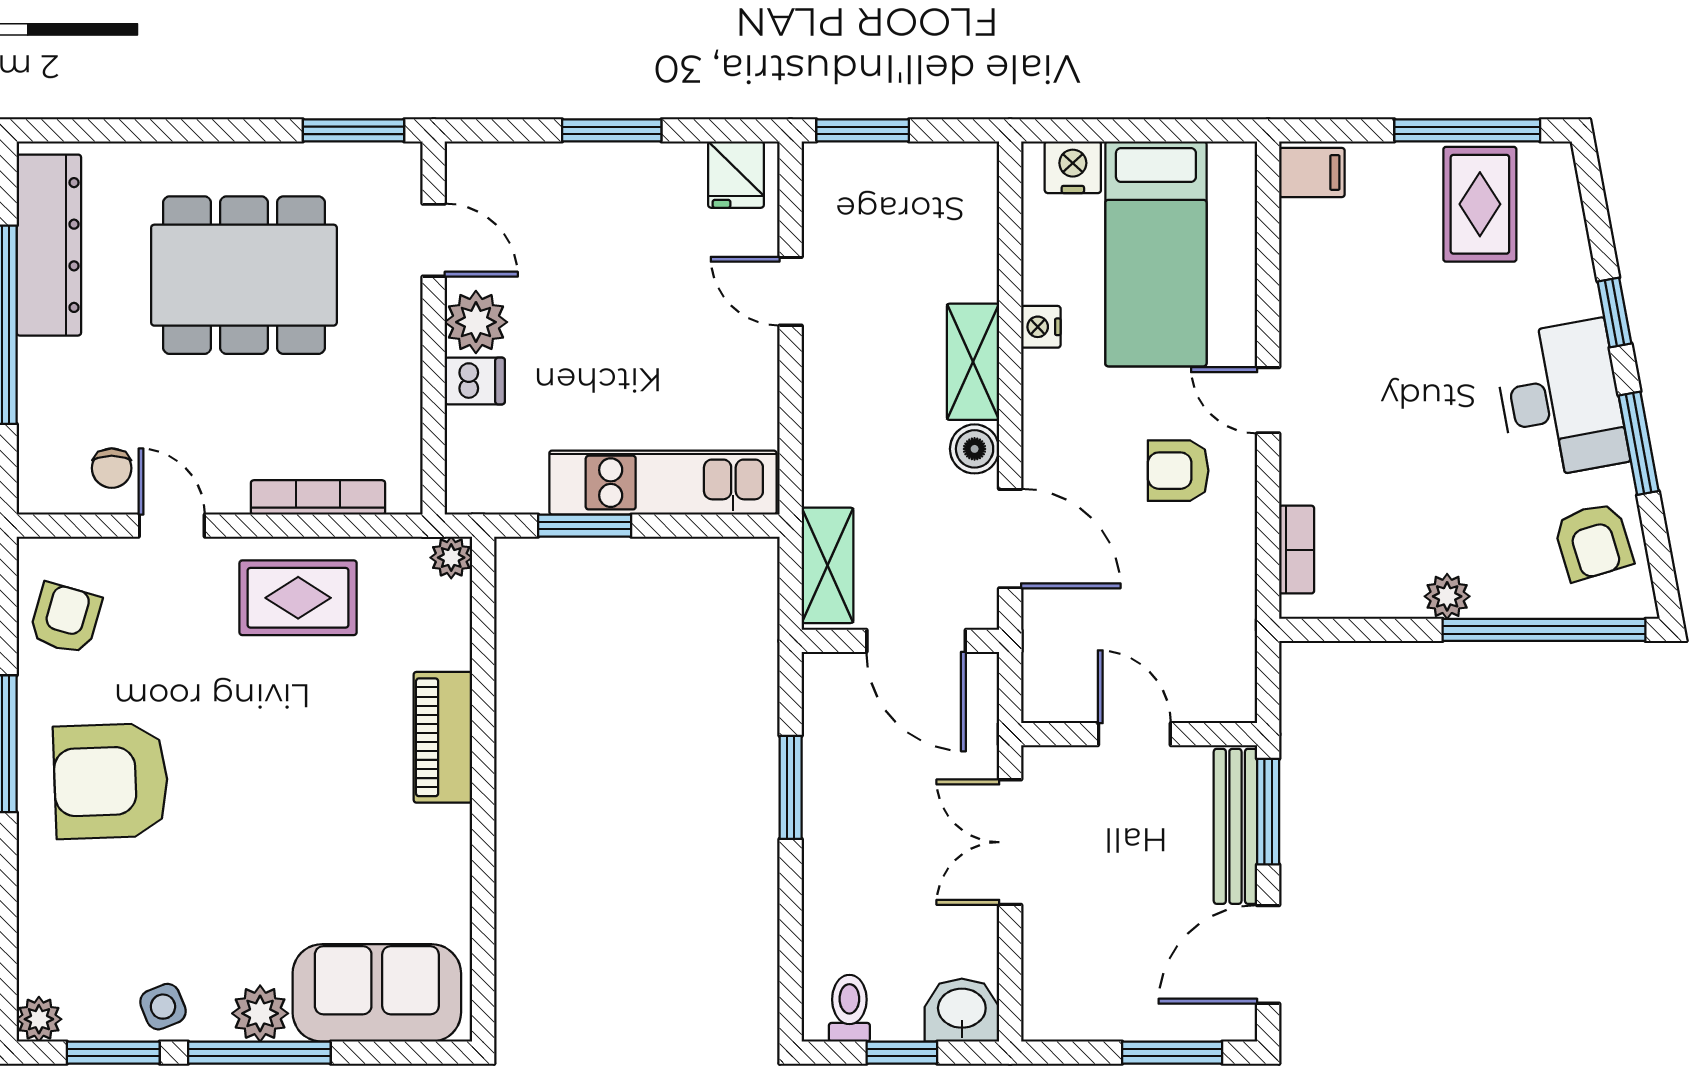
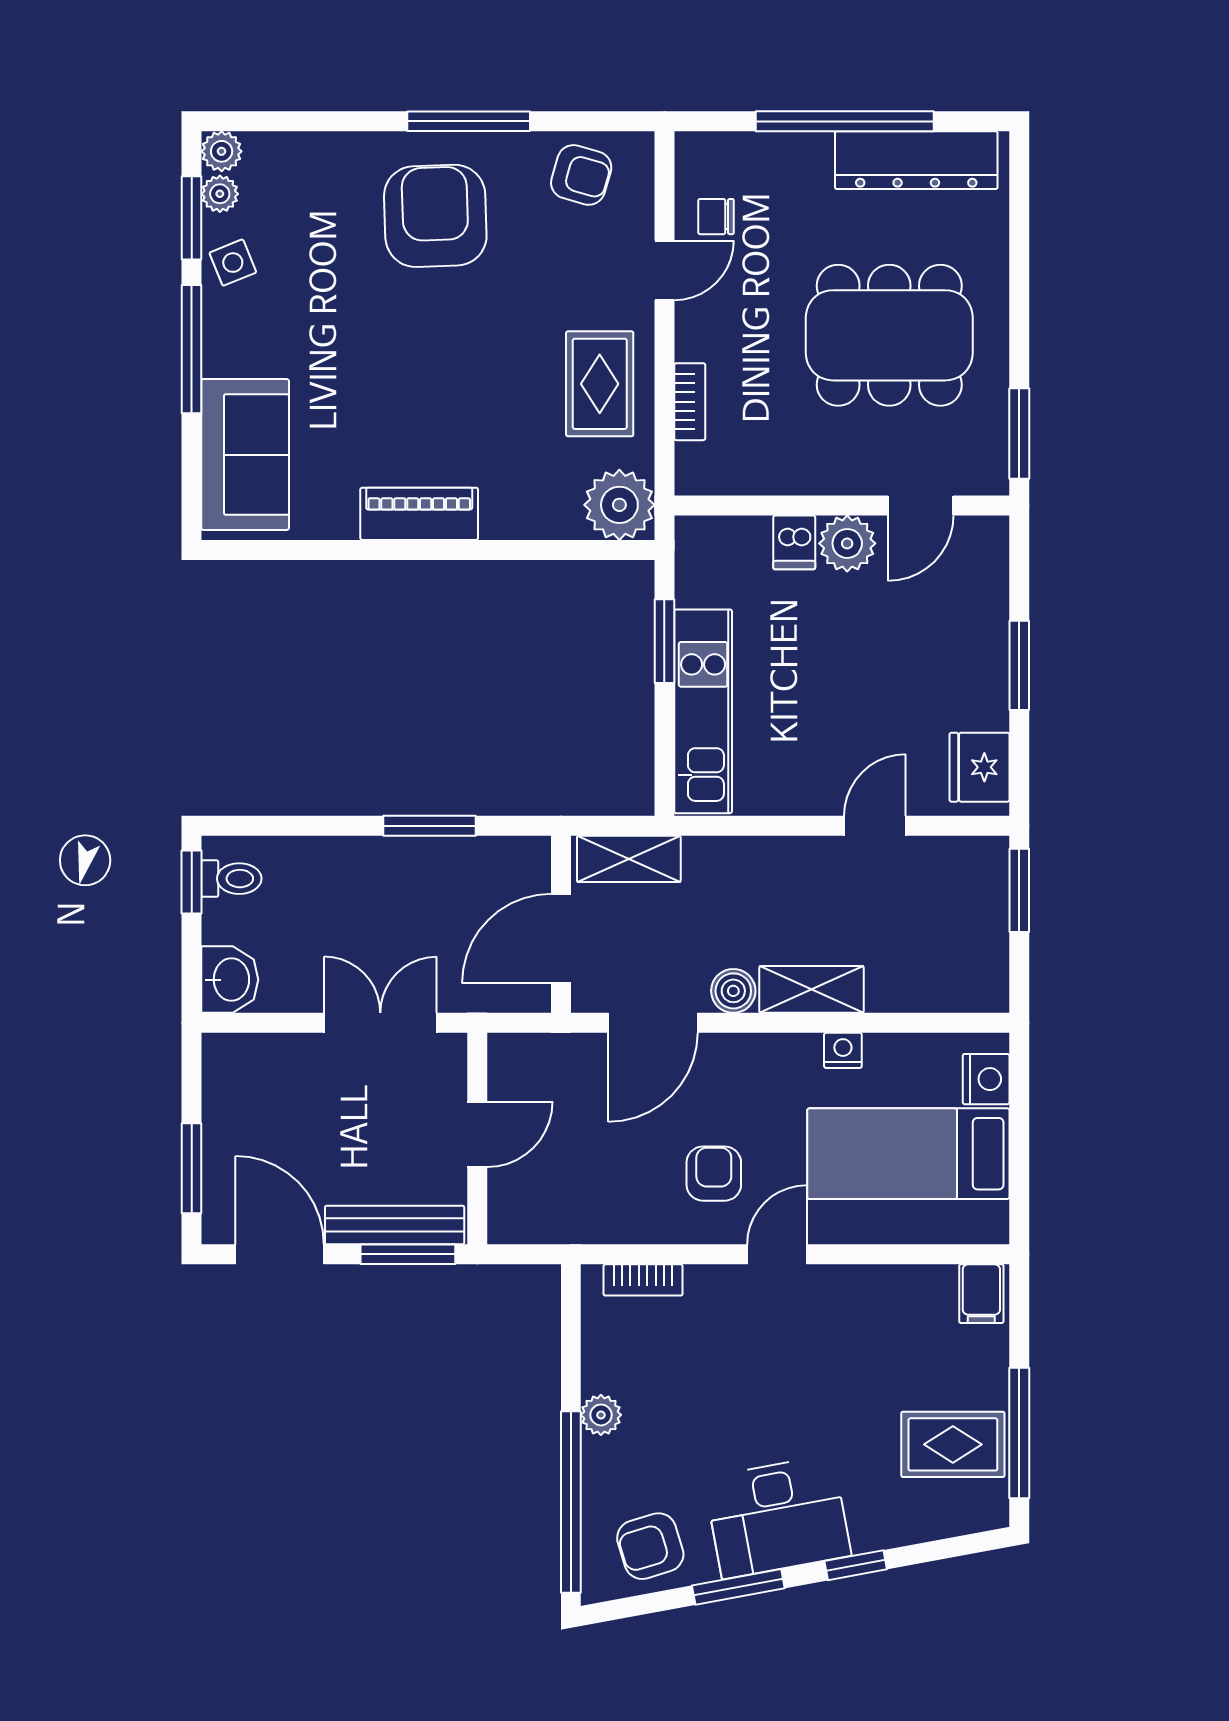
fridge: (736, 175) -> (980, 767), width x1.38
dining table: (244, 275) -> (889, 335), turned 90
bookcase: (318, 497) -> (690, 402), width x0.64
plant: (451, 558) -> (619, 505), width x1.88, depth x1.88
piano: (443, 737) -> (419, 514), moved
plant: (260, 1013) -> (220, 194), moved, width x0.73, depth x0.73
window: (902, 1053) -> (192, 882), moved

